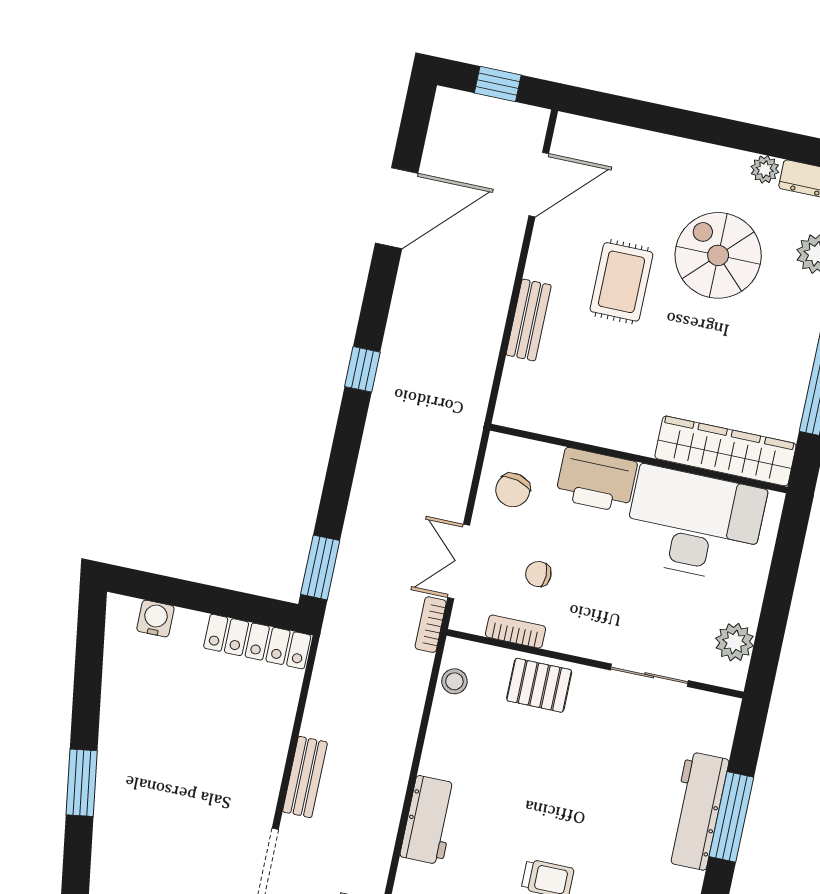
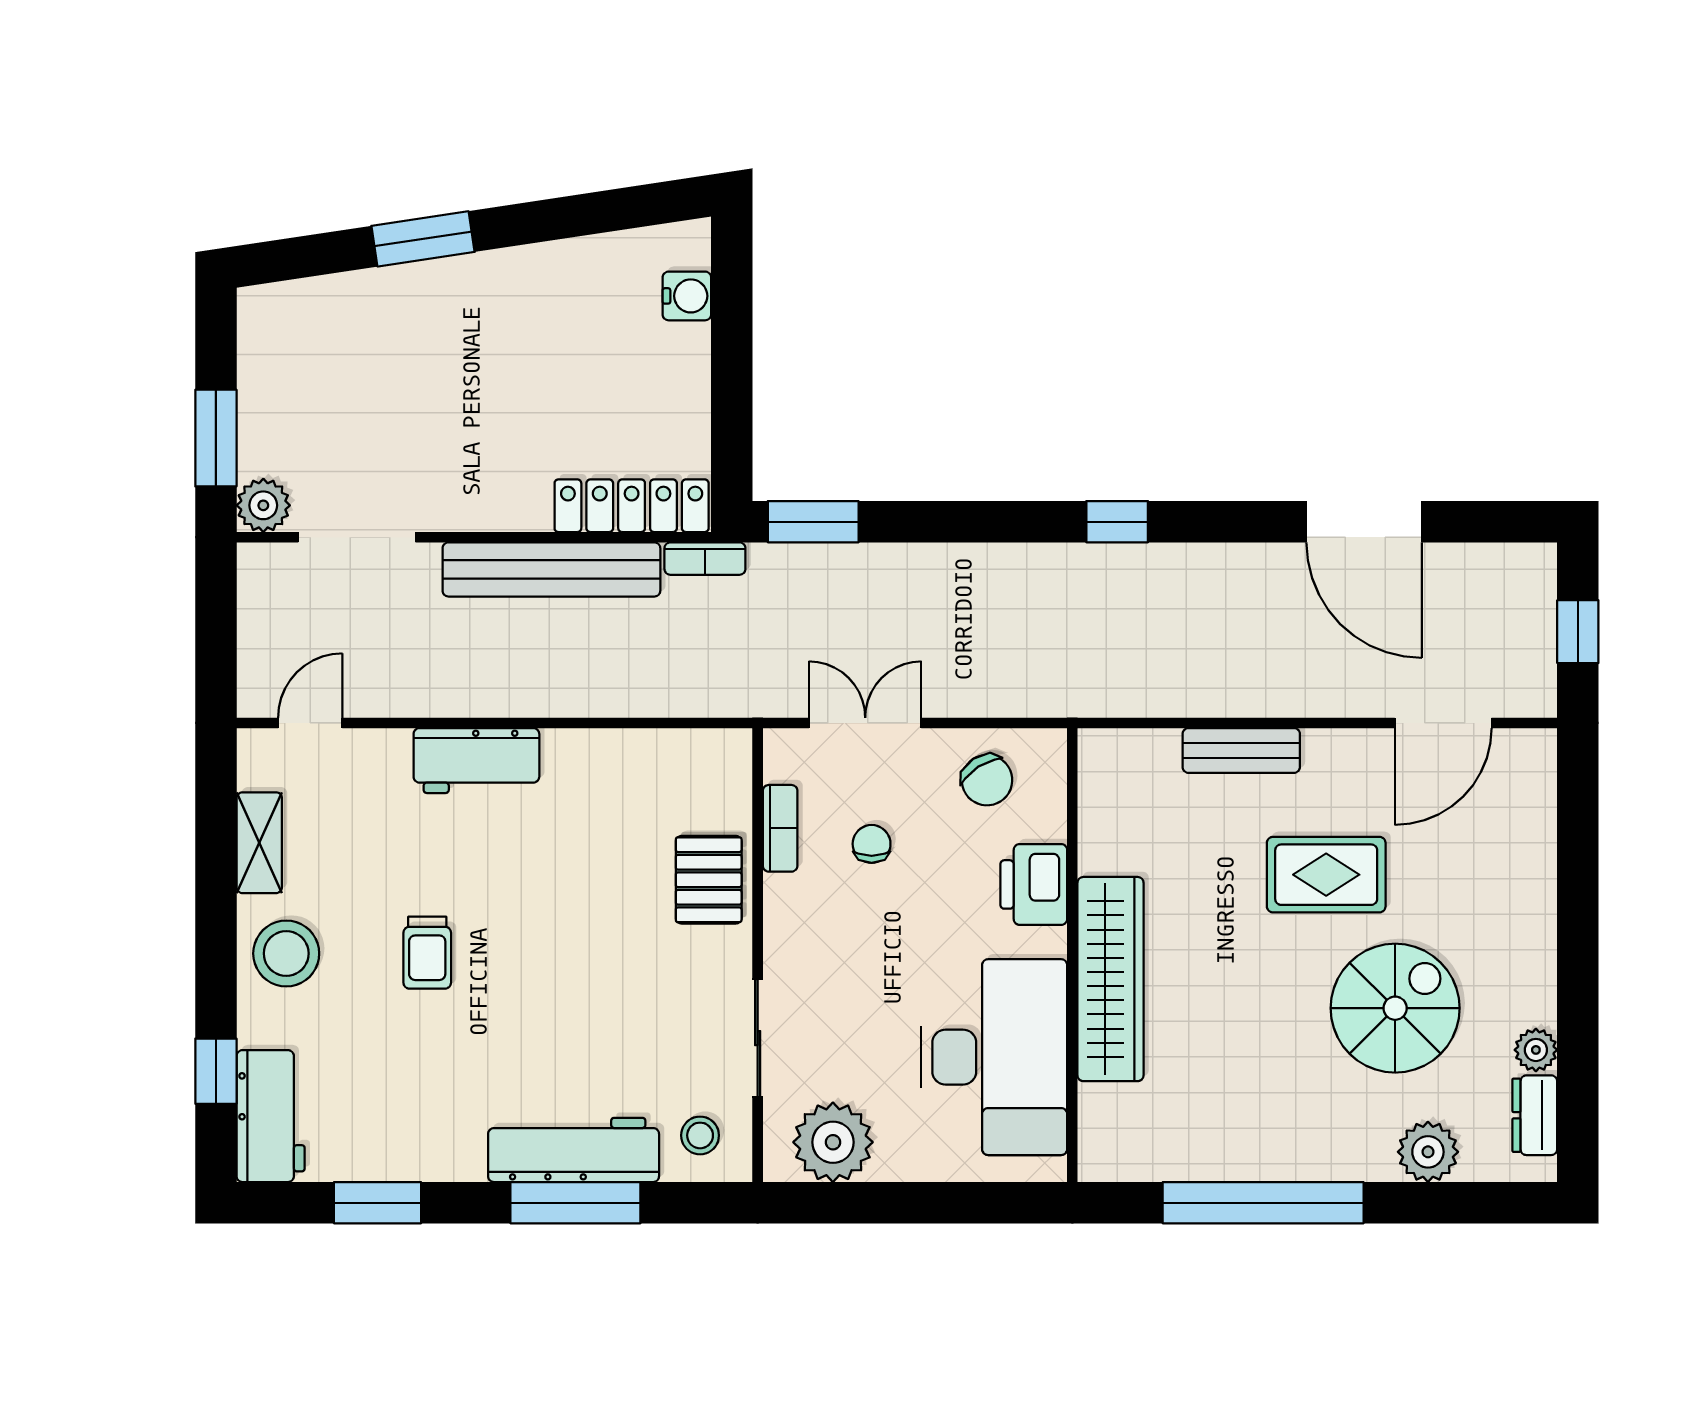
door: (539, 185) -> (1443, 723), hinge flipped
wardrobe: (725, 451) -> (1111, 979), moved
printer: (596, 480) -> (1034, 884), width x0.73, depth x0.84
chair: (513, 490) -> (987, 780), turned -137
bookcase: (431, 625) -> (705, 559), moved, turned 180
locker: (257, 642) -> (632, 506), moved, turned 90
plant: (735, 642) -> (833, 1142), width x1.36, depth x1.36
stool: (454, 681) -> (700, 1135), moved
bench: (305, 777) -> (551, 569), width x1.86, depth x1.21

